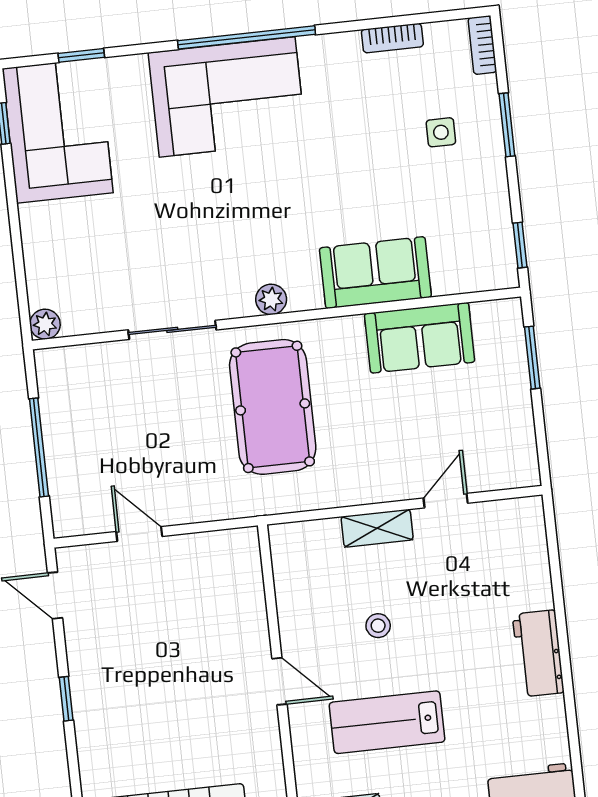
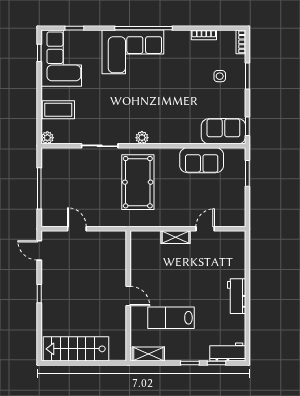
coffee table: (64, 255) -> (58, 110), added
sofa: (375, 273) -> (223, 131), moved
stool: (378, 626) -> (172, 277), removed

